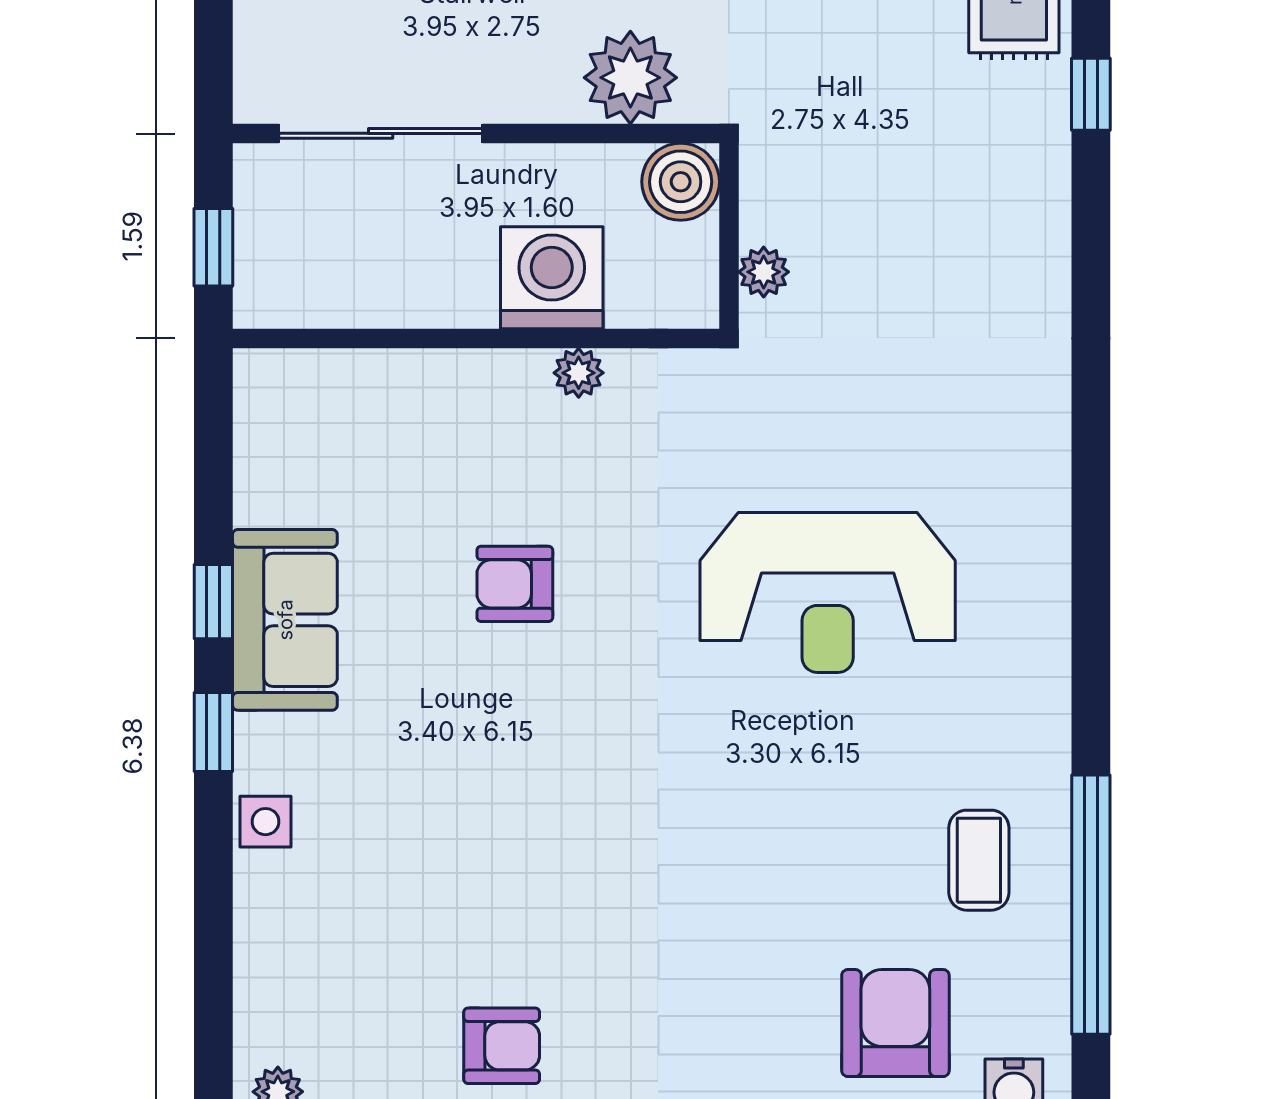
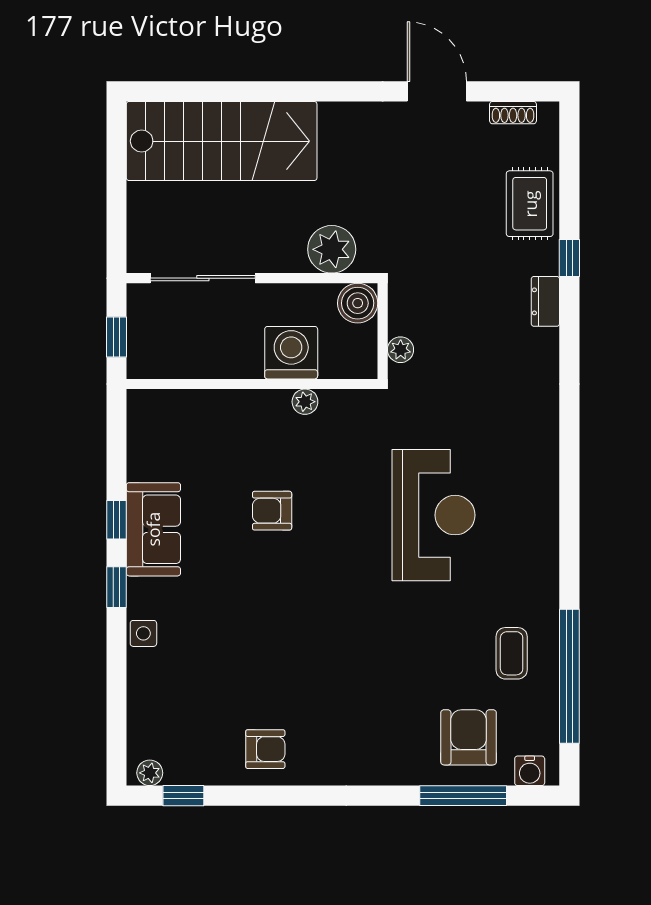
dresser: (1044, 178) -> (545, 301), added
reception desk: (828, 592) -> (434, 515), turned -90

